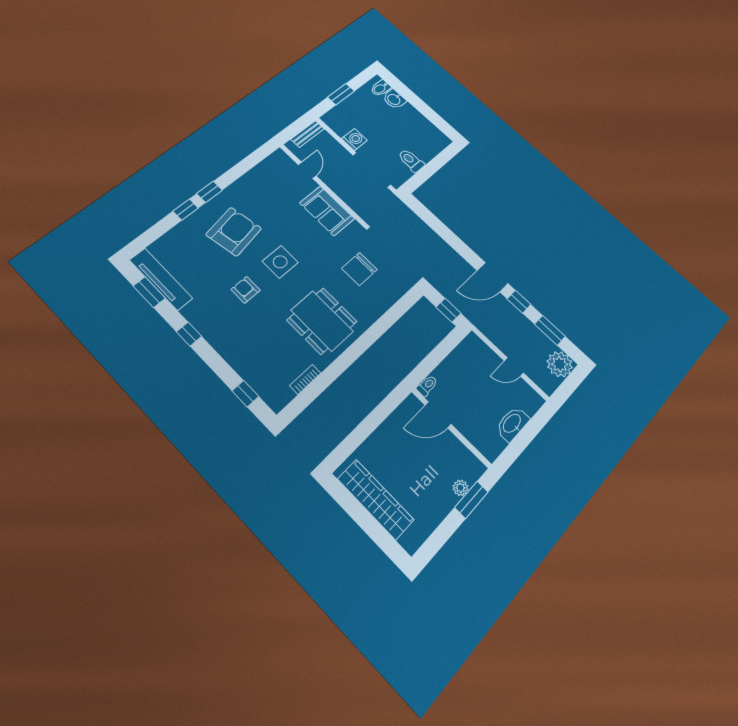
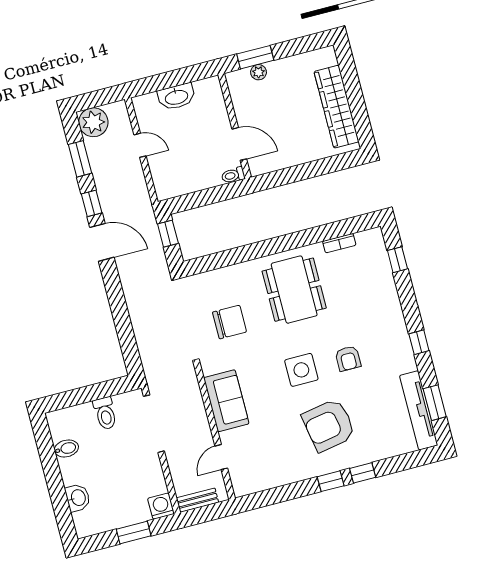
bidet: (381, 88) -> (66, 448), moved
washing machine: (354, 140) -> (161, 506), moved, turned 90

